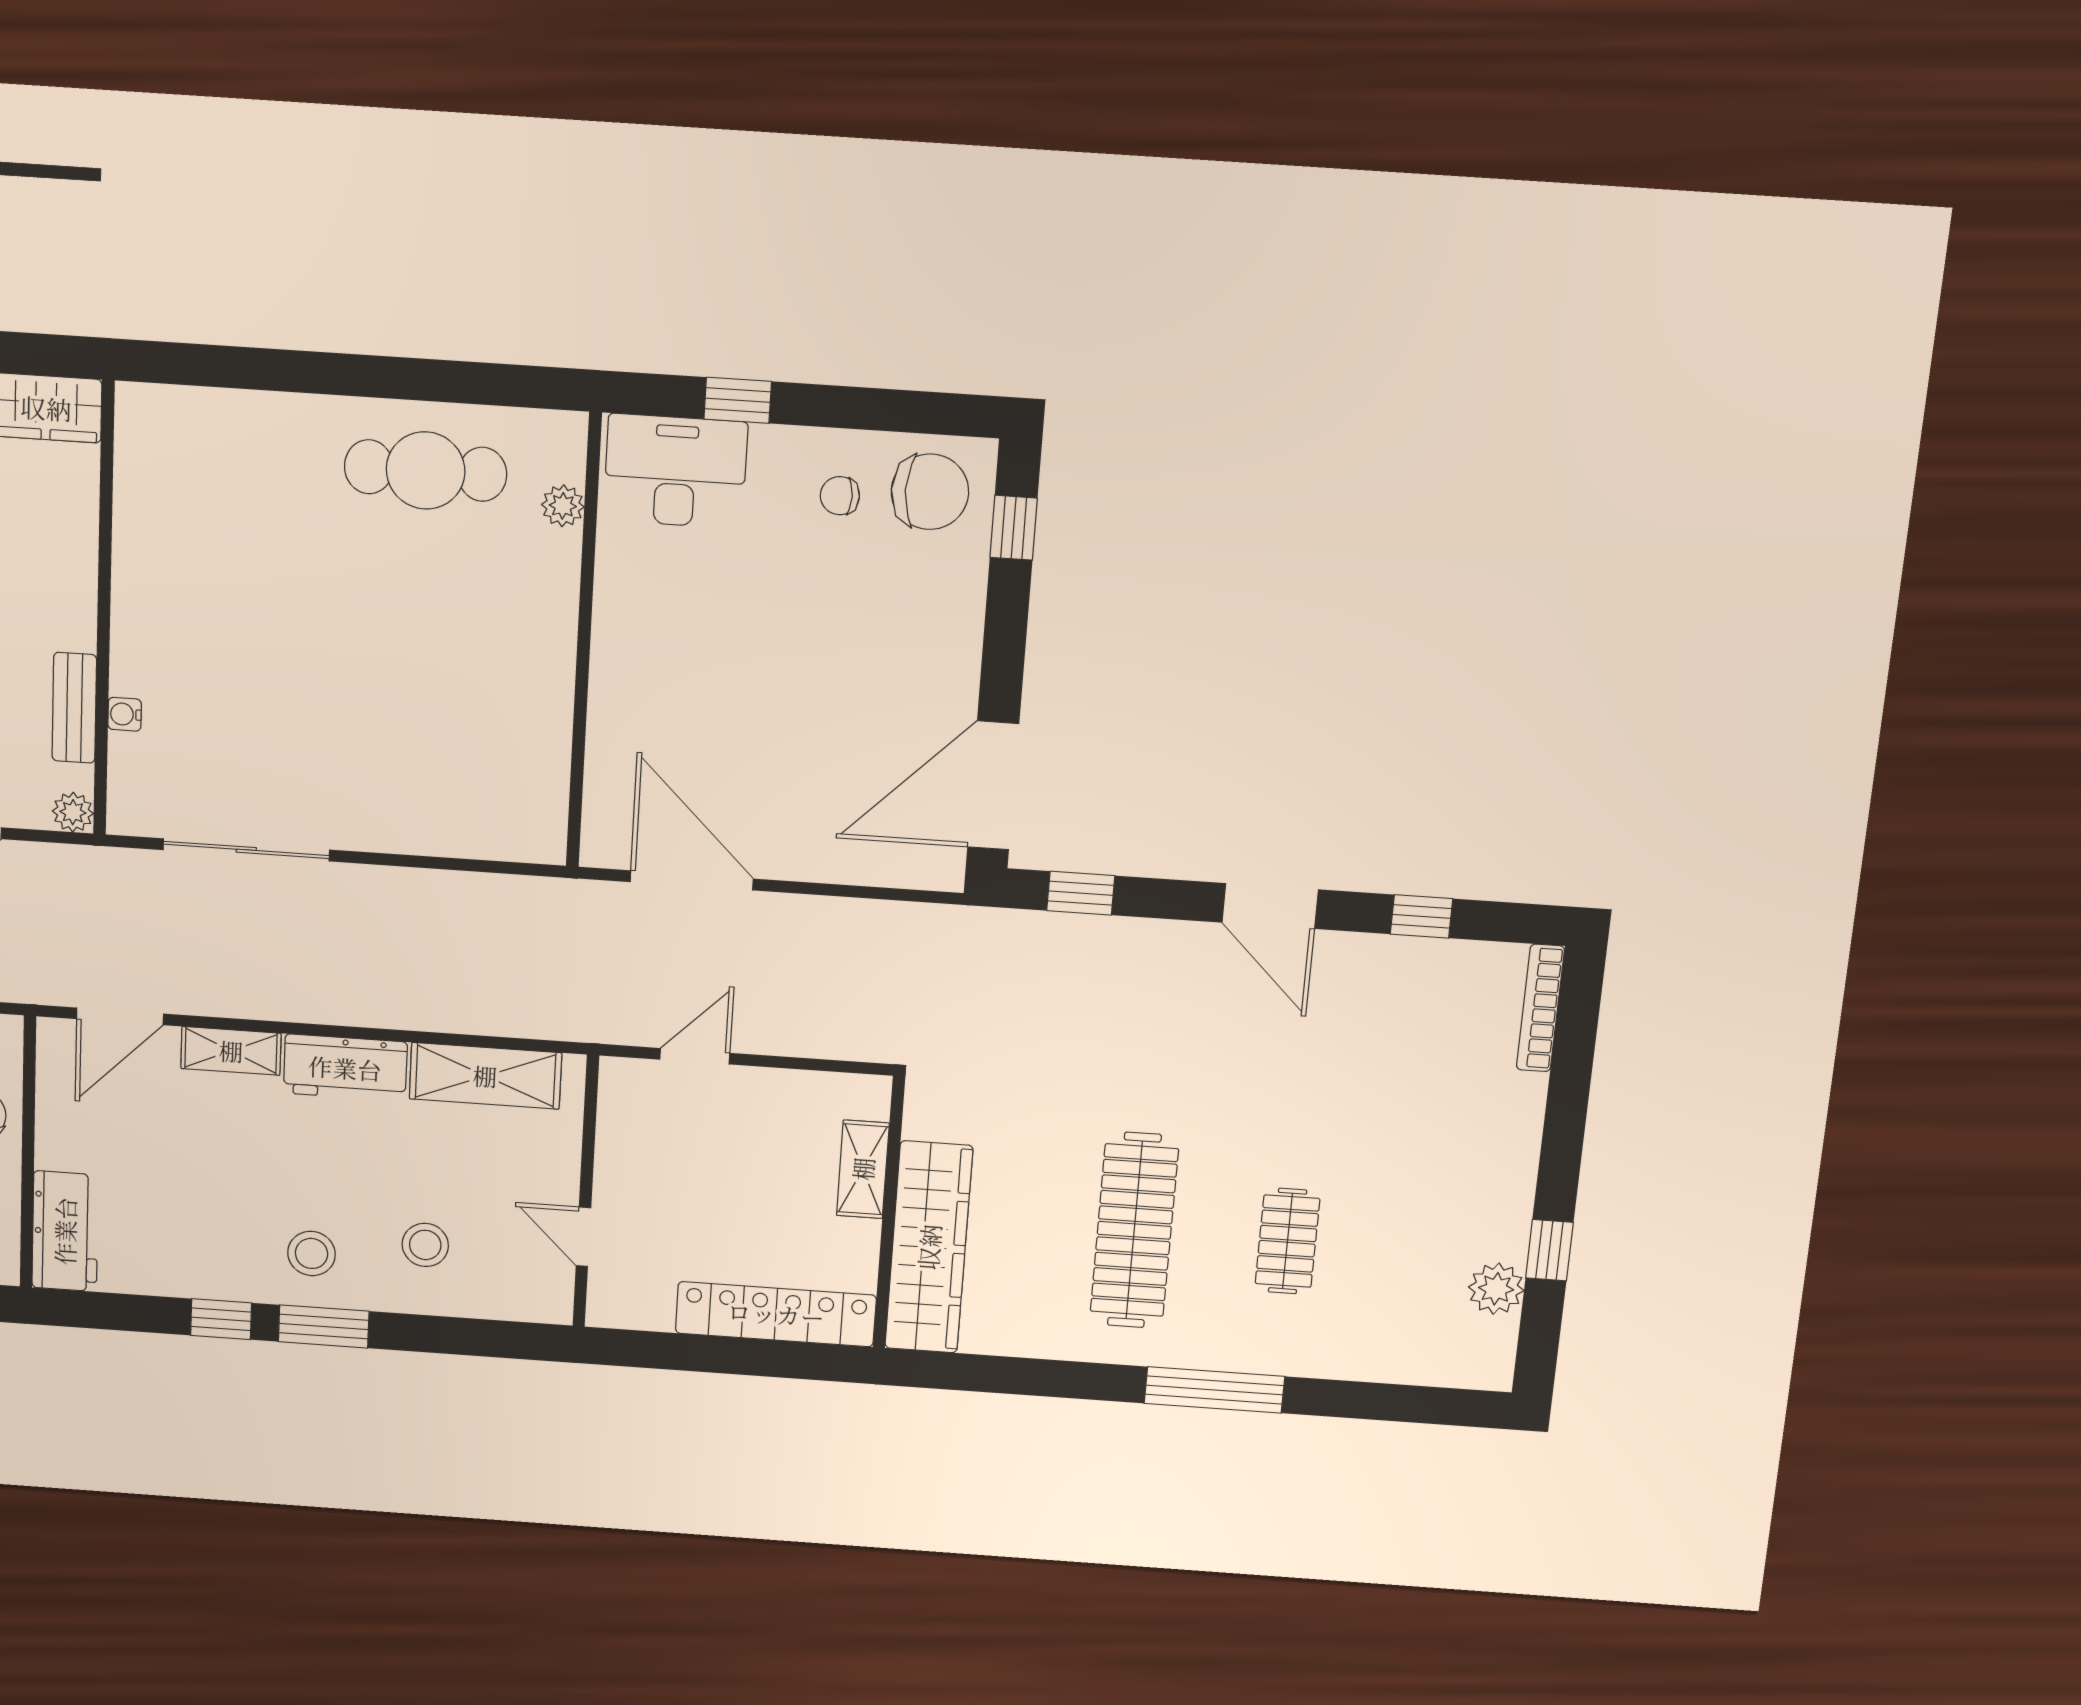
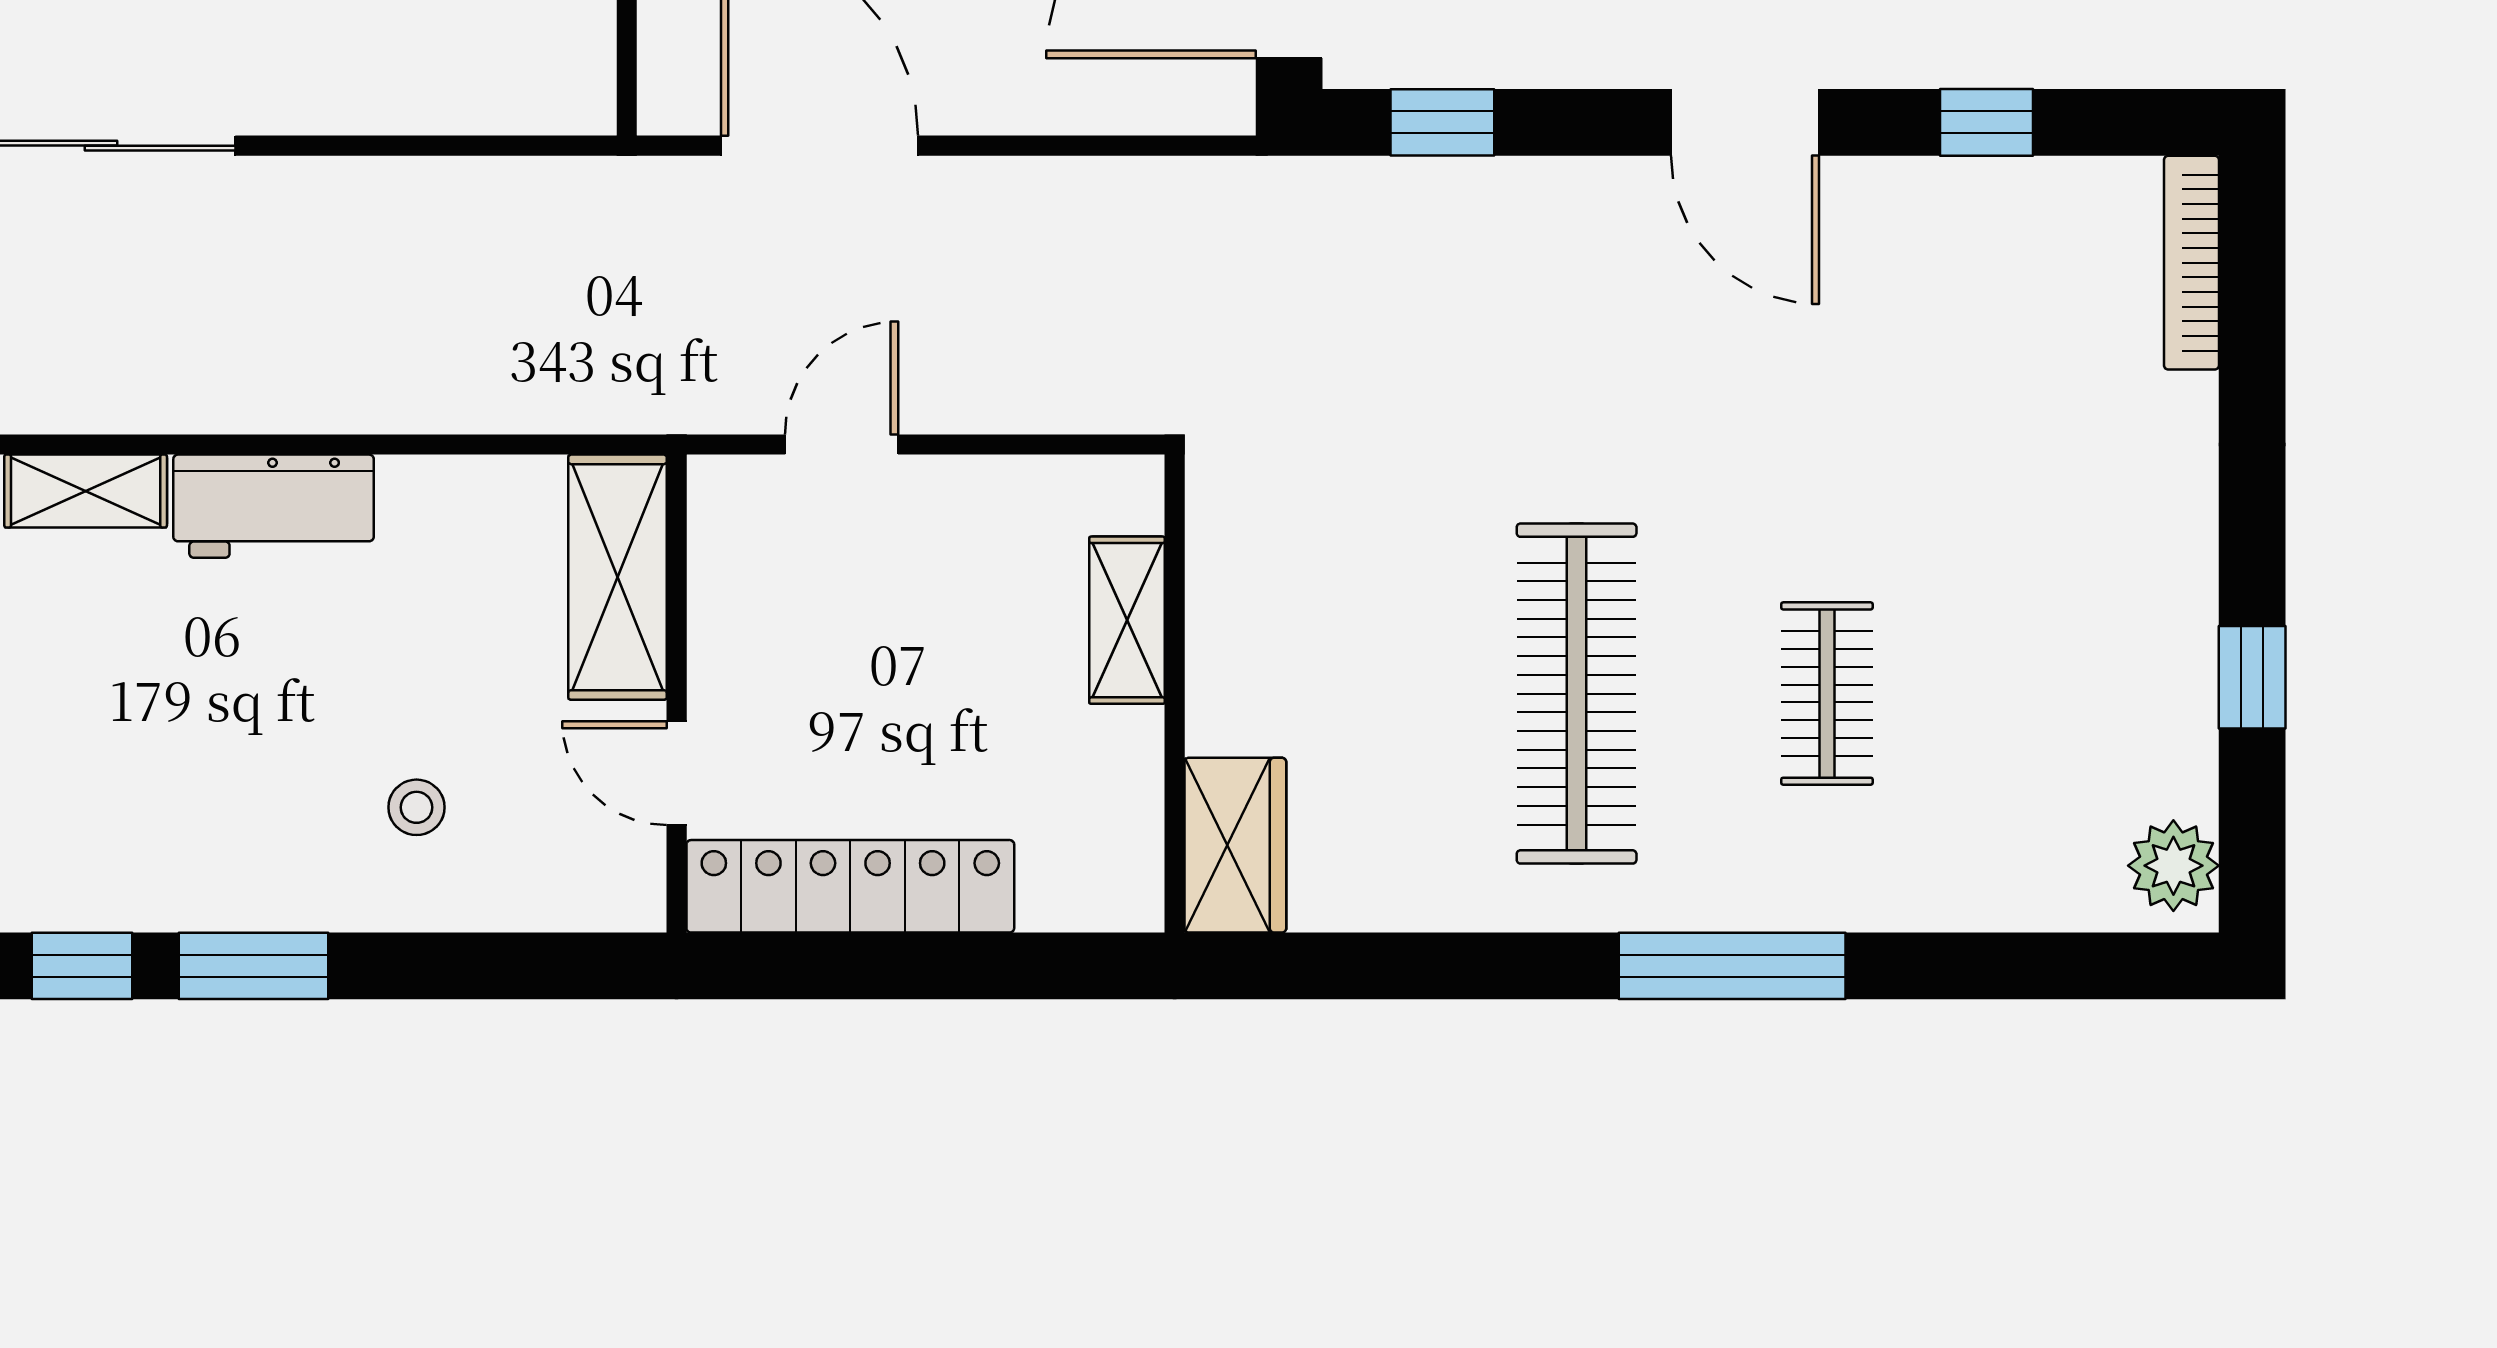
shelving: (485, 1076) -> (617, 577), moved, turned 90
stool: (425, 1245) -> (416, 807), width x0.73, depth x0.73
wardrobe: (929, 1247) -> (1235, 845), width x0.48, depth x0.85
stool: (311, 1253) -> (229, 837), removed
plant: (1496, 1289) -> (2173, 866), moved
locker: (776, 1314) -> (850, 886), moved

